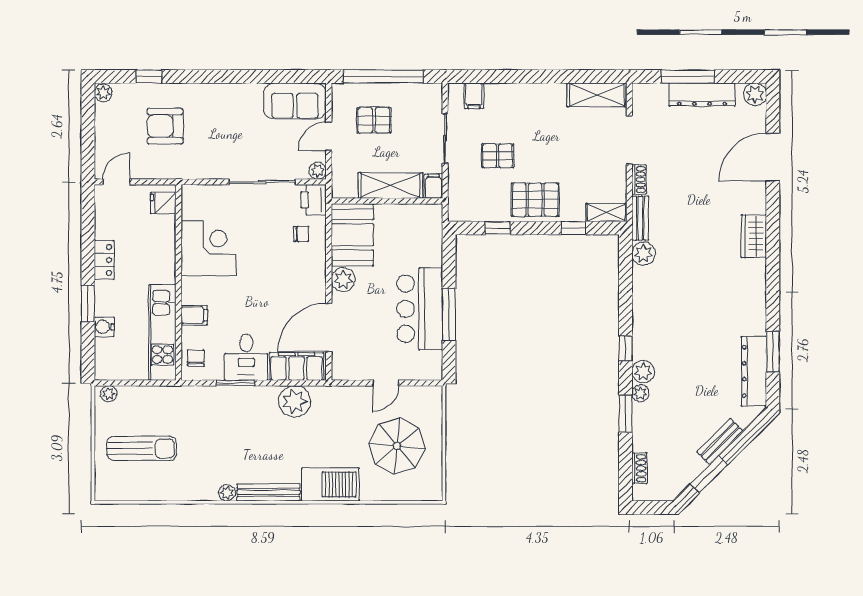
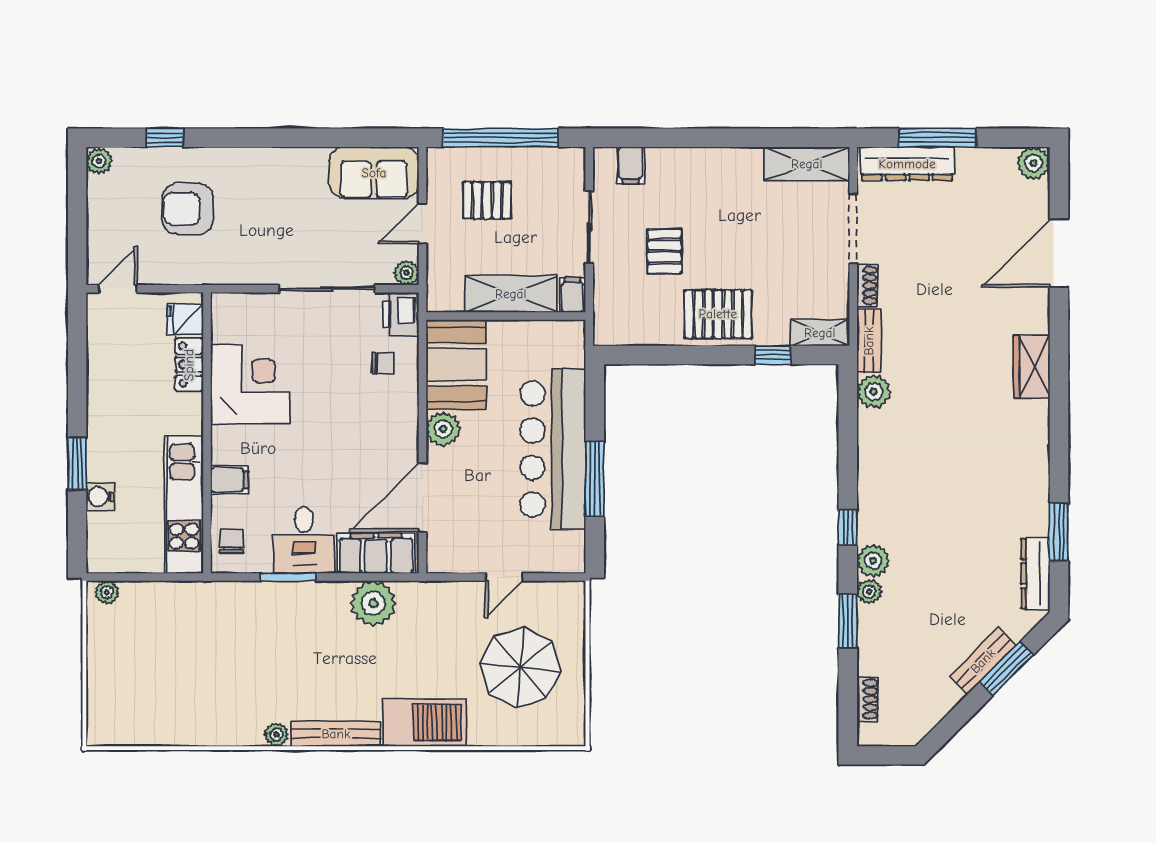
dresser: (702, 95) -> (907, 164), moved
pallet: (498, 156) -> (665, 251), turned 90
window: (498, 228) -> (665, 355), removed
locker: (104, 260) -> (189, 365), moved, turned 180
bar counter: (420, 309) -> (553, 449), width x1.36
dresser: (754, 371) -> (1035, 574), width x0.73, depth x0.80
sun lounger: (142, 448) -> (154, 671), removed
window: (709, 474) -> (1007, 669), moved

